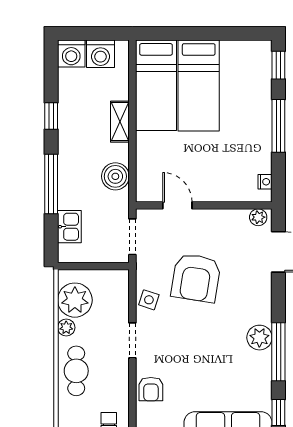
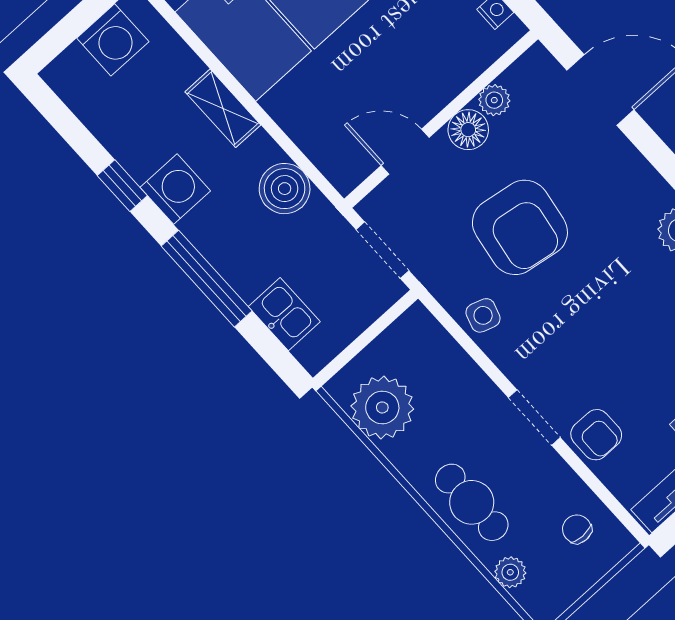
washing machine: (71, 53) -> (175, 189), moved, turned -90
plant: (258, 217) -> (494, 100), moved
floor lamp: (211, 220) -> (468, 130), added
plant: (66, 328) -> (510, 572), moved
doorway: (132, 340) -> (534, 418), moved

